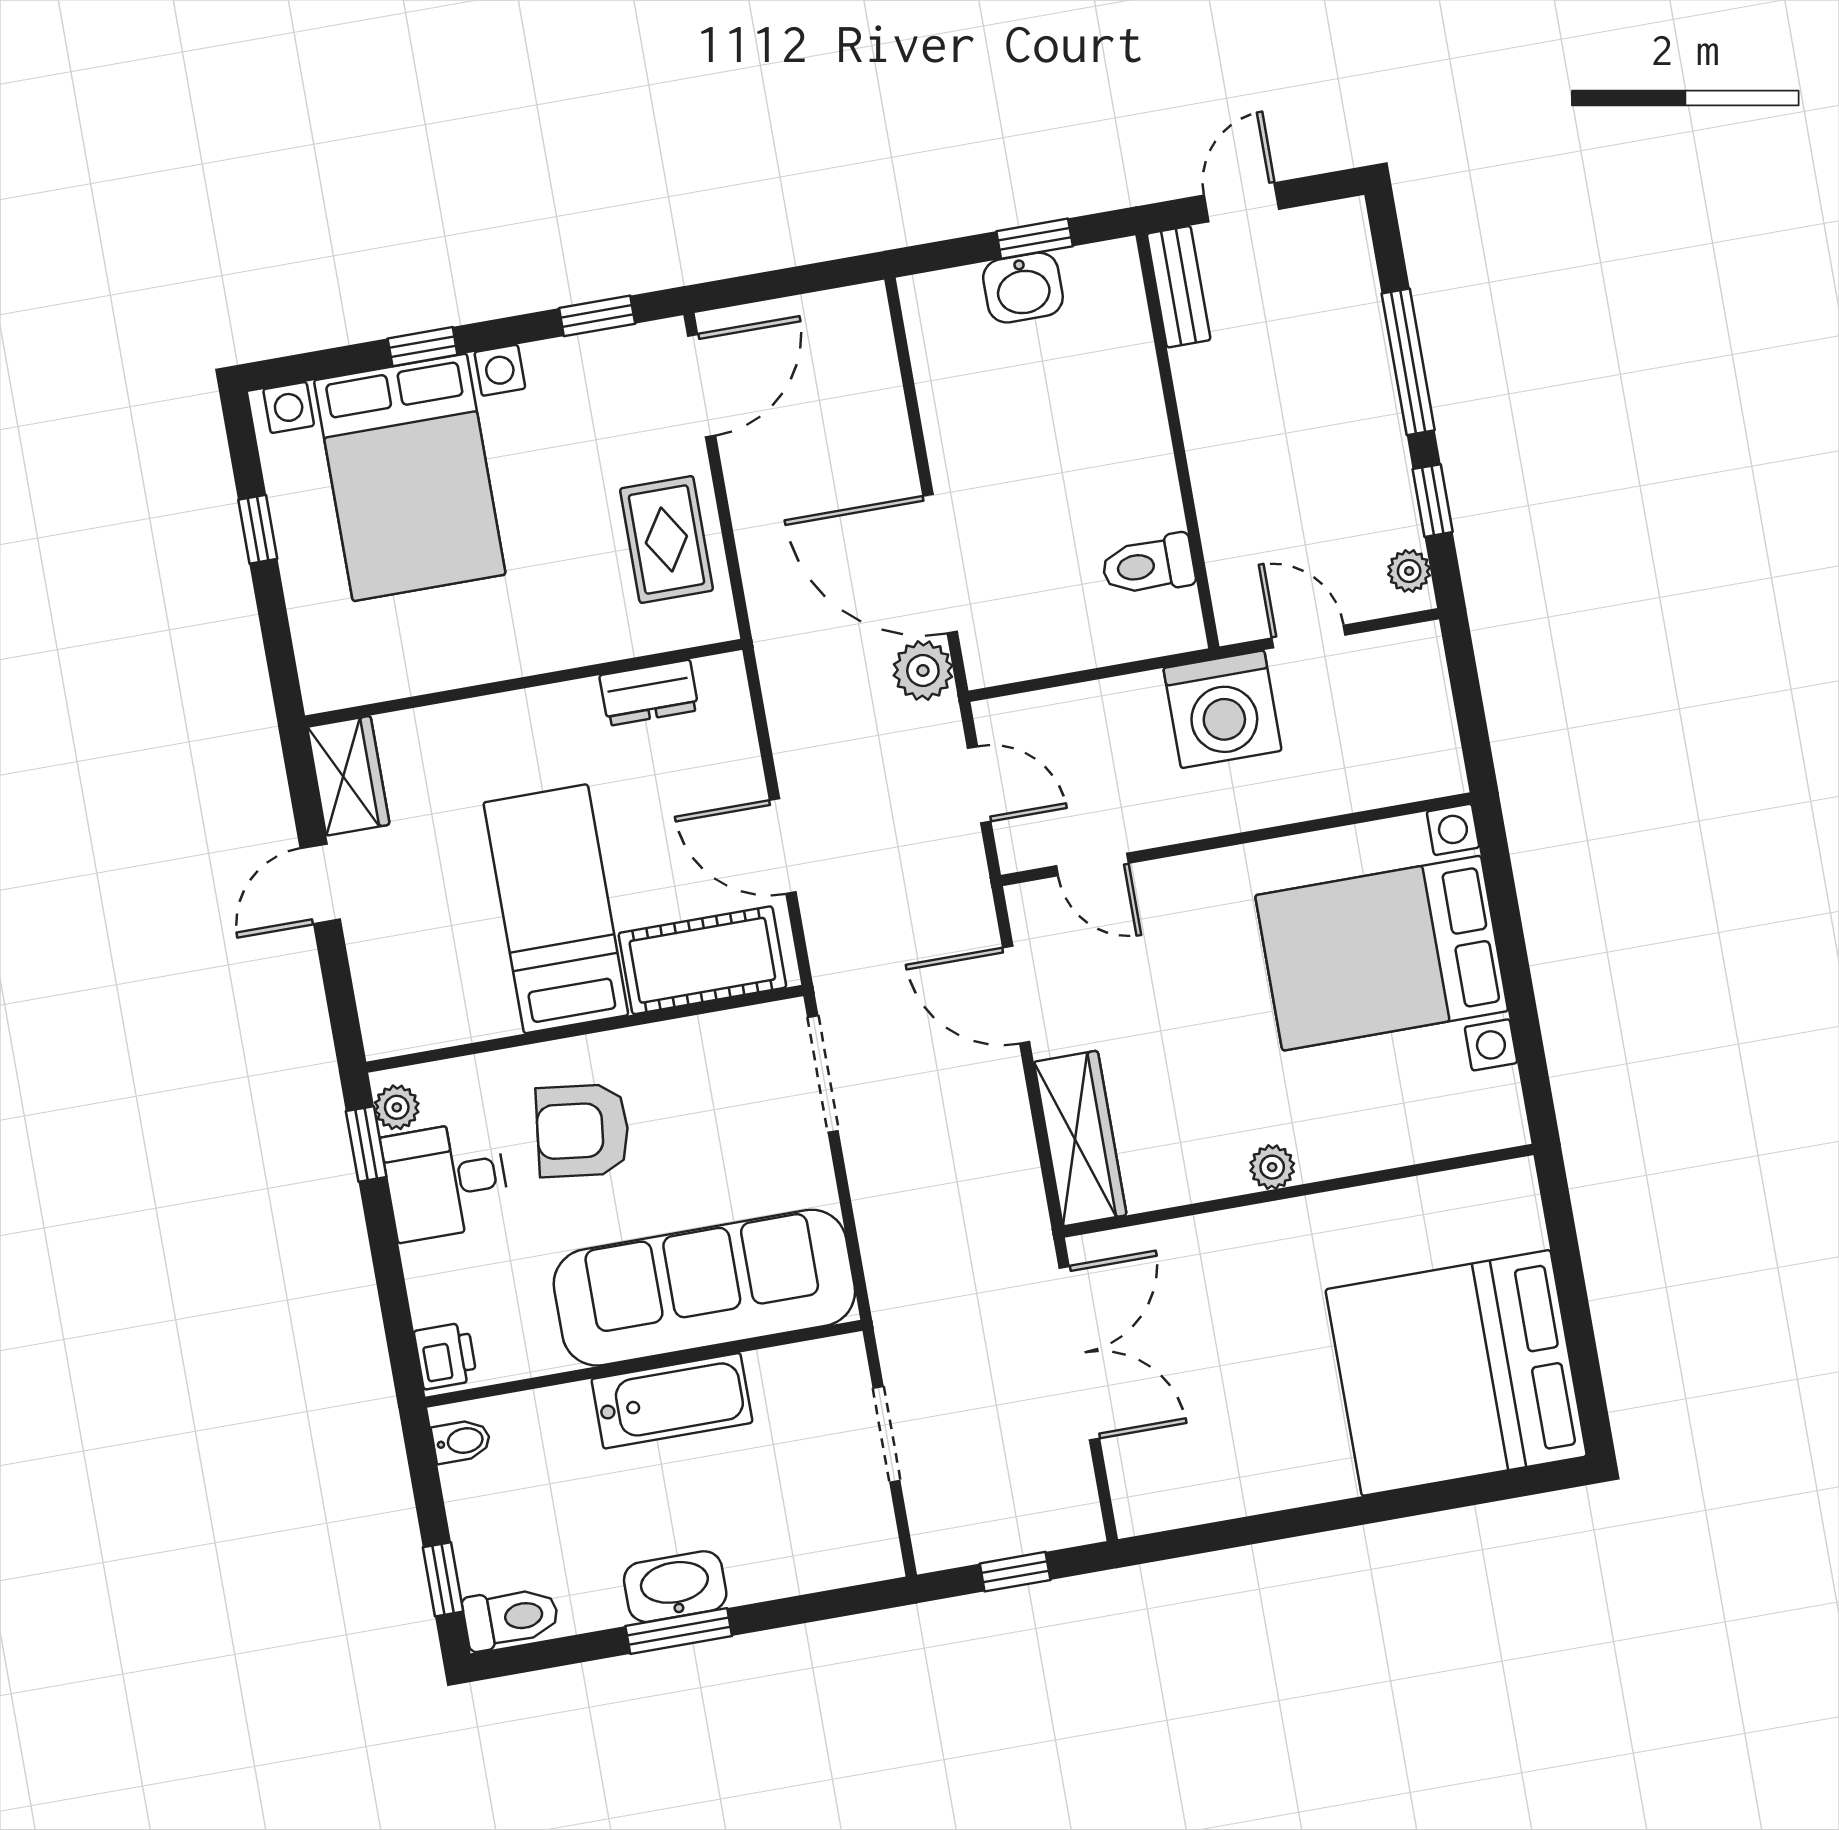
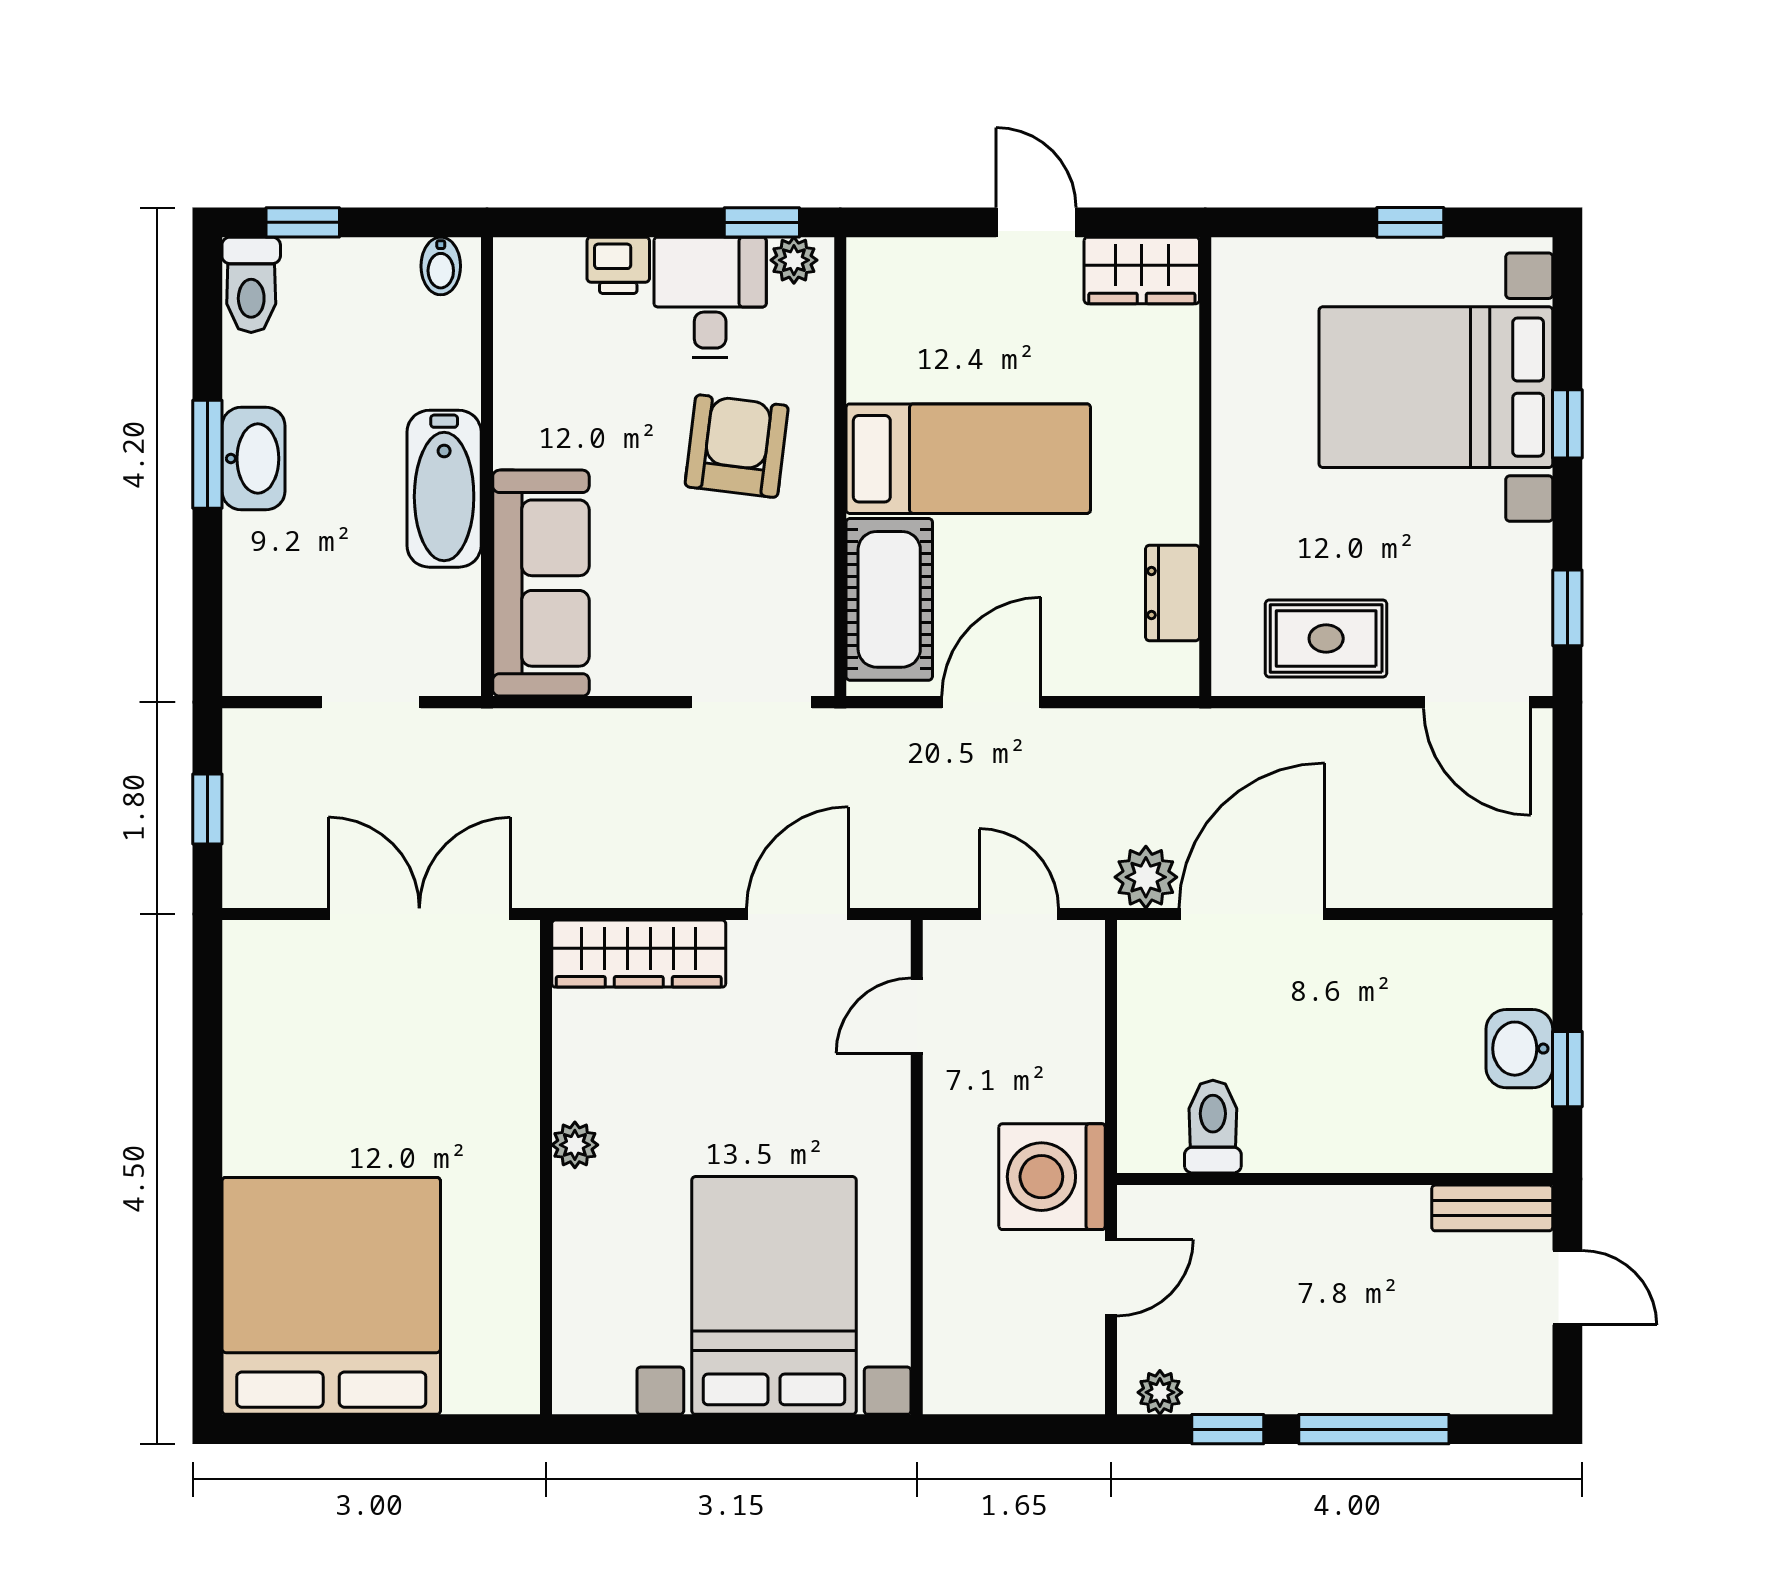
door: (979, 785) -> (1019, 914), swing flipped
sofa: (704, 1288) -> (541, 583), width x0.74, depth x0.79
double door: (1079, 1353) -> (419, 914), swing flipped
printer: (446, 1356) -> (618, 265), moved

